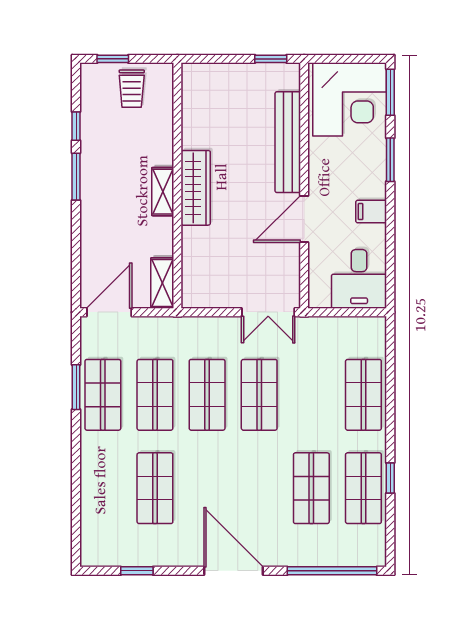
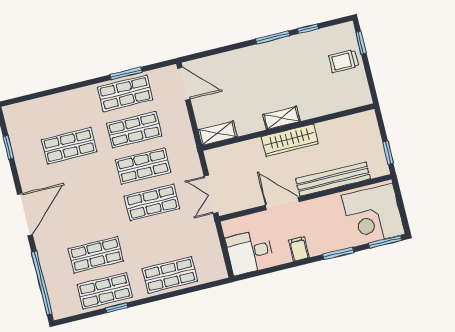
wall: (177, 186) -> (288, 127), moved
wardrobe: (196, 188) -> (290, 140), moved
shelving: (163, 192) -> (281, 118), moved
shelving: (162, 283) -> (218, 133), moved

